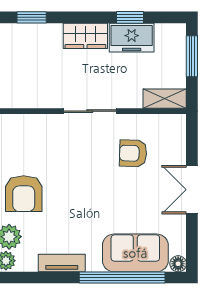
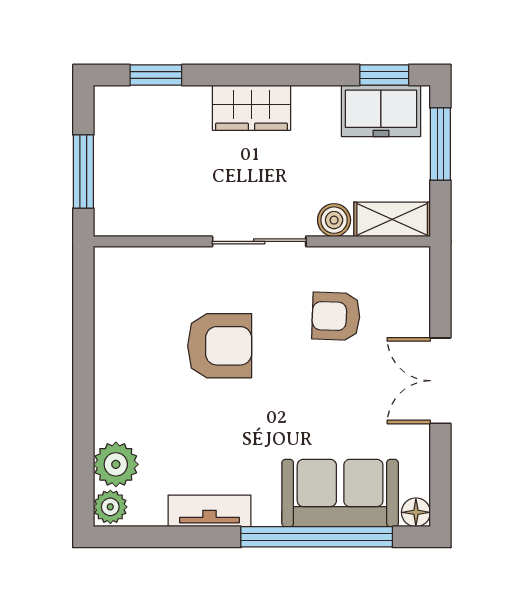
window: (130, 17) -> (384, 75), moved
freezer: (132, 38) -> (381, 111), moved
boiler: (132, 99) -> (334, 220), added
armchair: (24, 194) -> (220, 346), moved, turned -90

